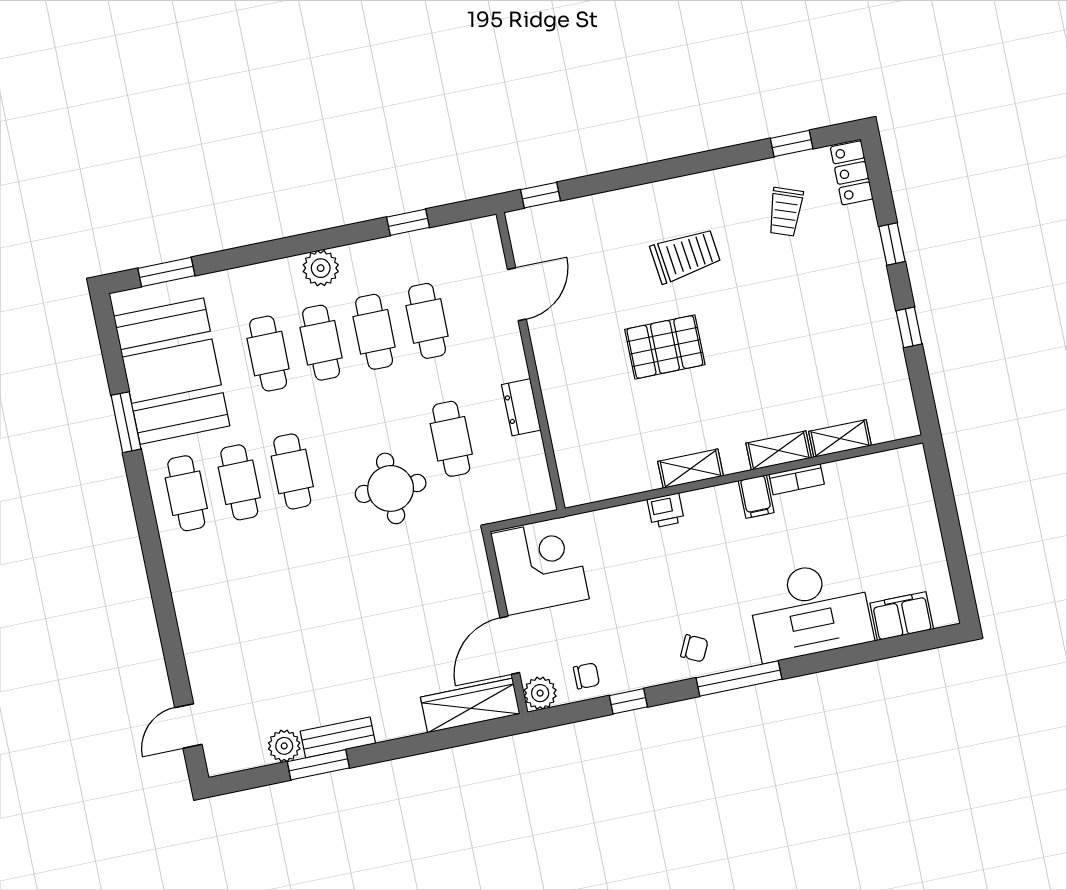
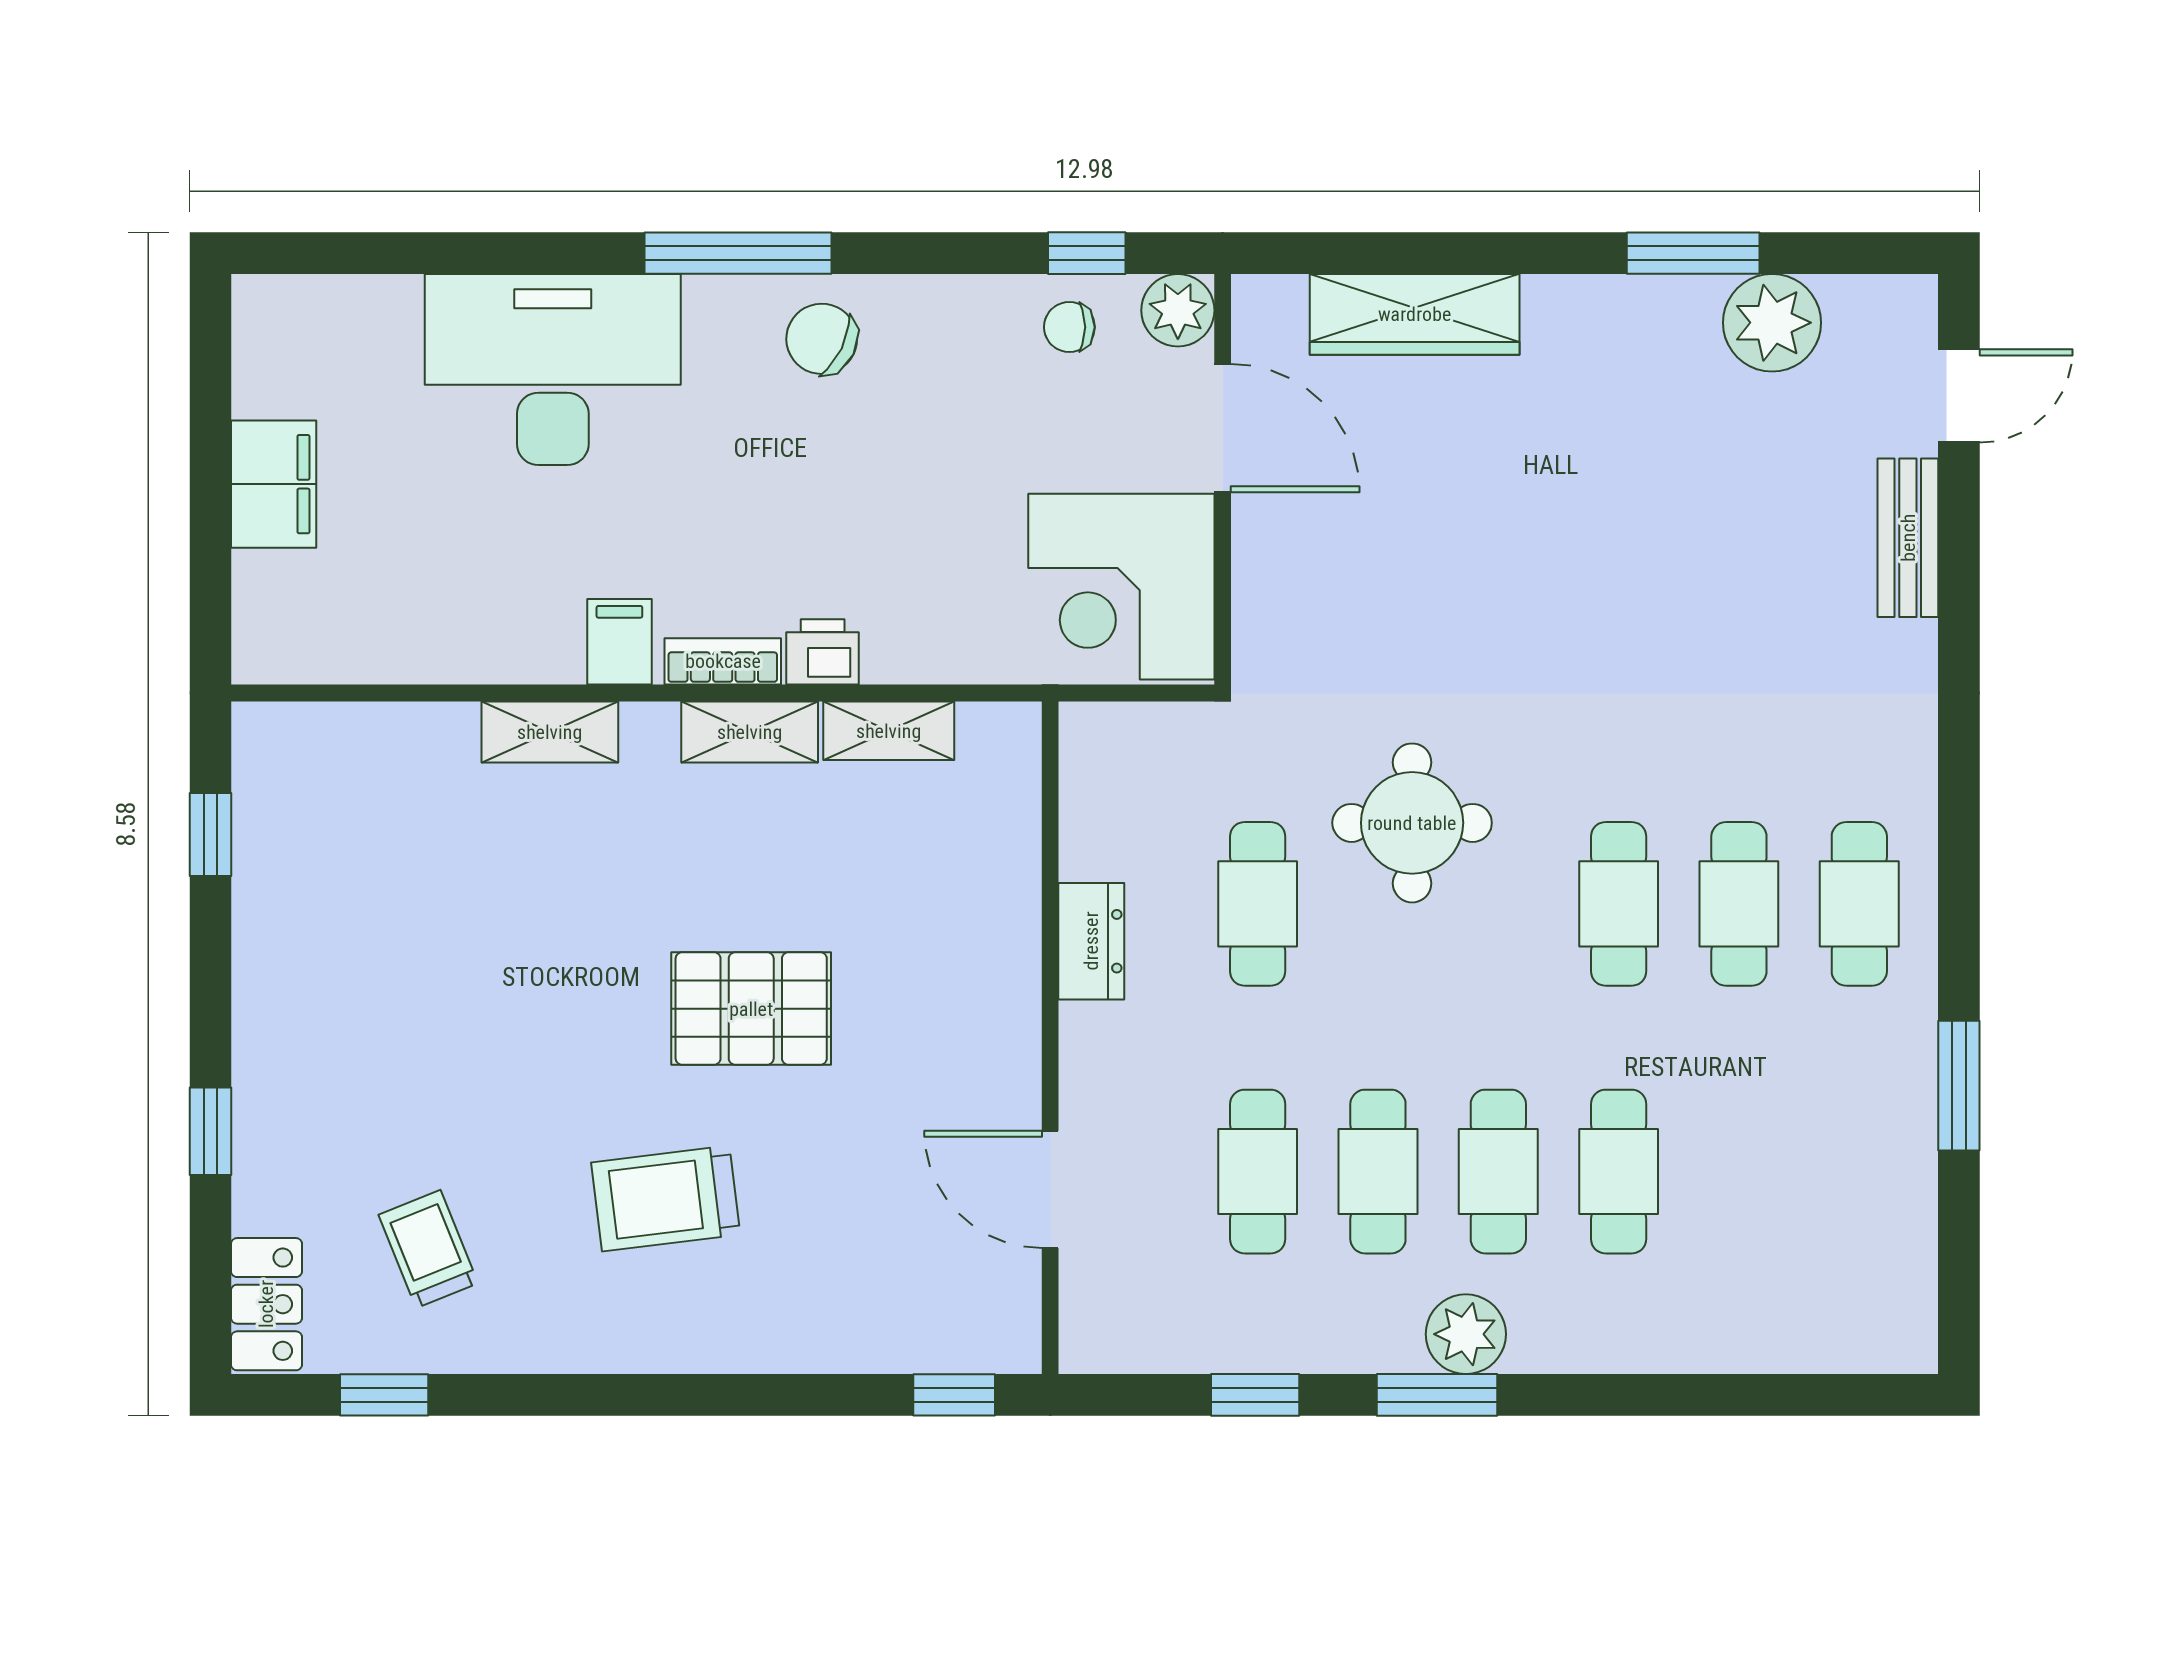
trolley: (785, 212) -> (428, 1249), turned -42
window: (166, 272) -> (1437, 1395), moved
door: (517, 294) -> (1050, 1189), hinge flipped
window: (909, 327) -> (210, 835), moved
booth: (172, 371) -> (1836, 1177), removed
shelving: (840, 439) -> (889, 731), moved
bookcase: (797, 479) -> (723, 661), moved
filing cabinet: (902, 616) -> (274, 484), moved, turned -90
door: (510, 645) -> (1223, 428), hinge flipped
chair: (694, 648) -> (822, 339), width x1.37, depth x1.37
window: (628, 701) -> (1087, 253), moved
wardrobe: (470, 706) -> (1415, 314), moved
bench: (338, 737) -> (1908, 538), moved, turned 90
plant: (284, 746) -> (1772, 323), width x1.36, depth x1.36

